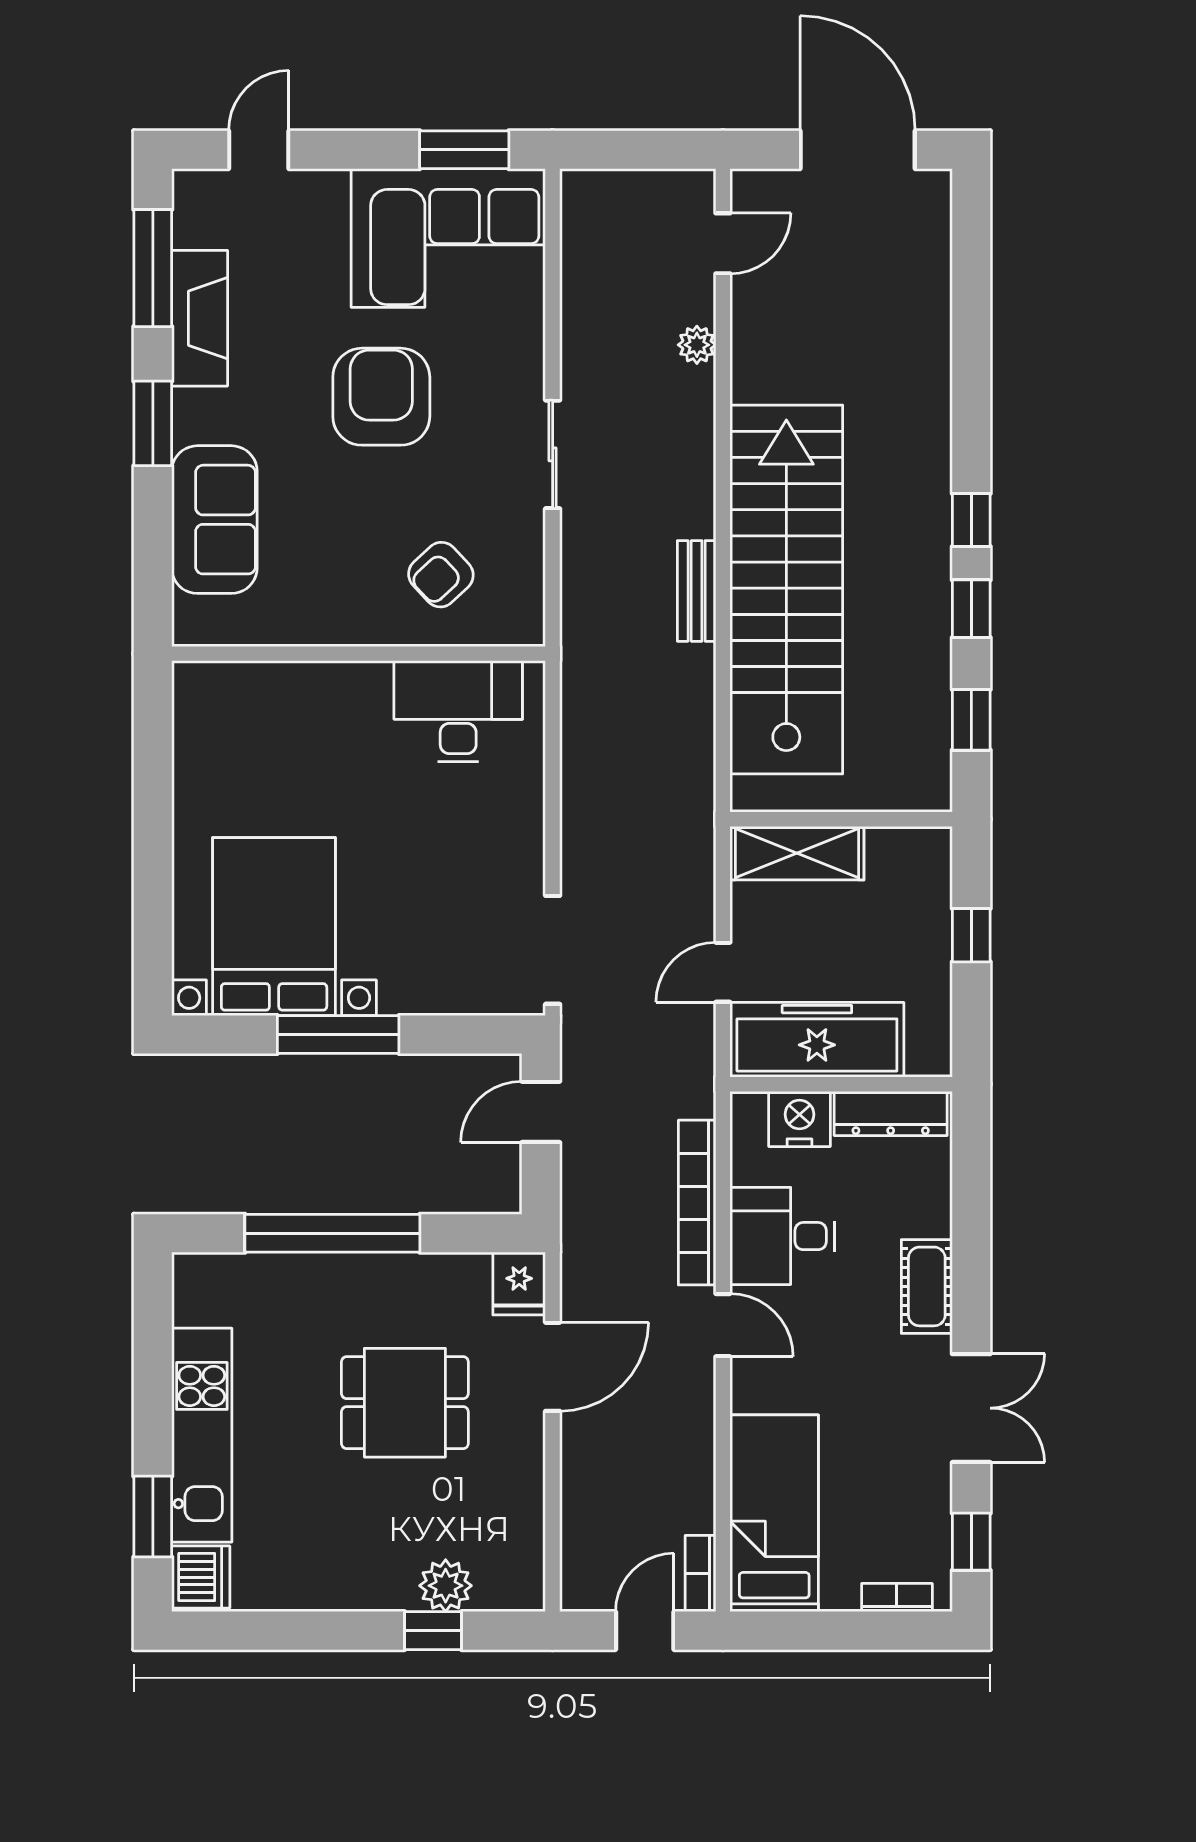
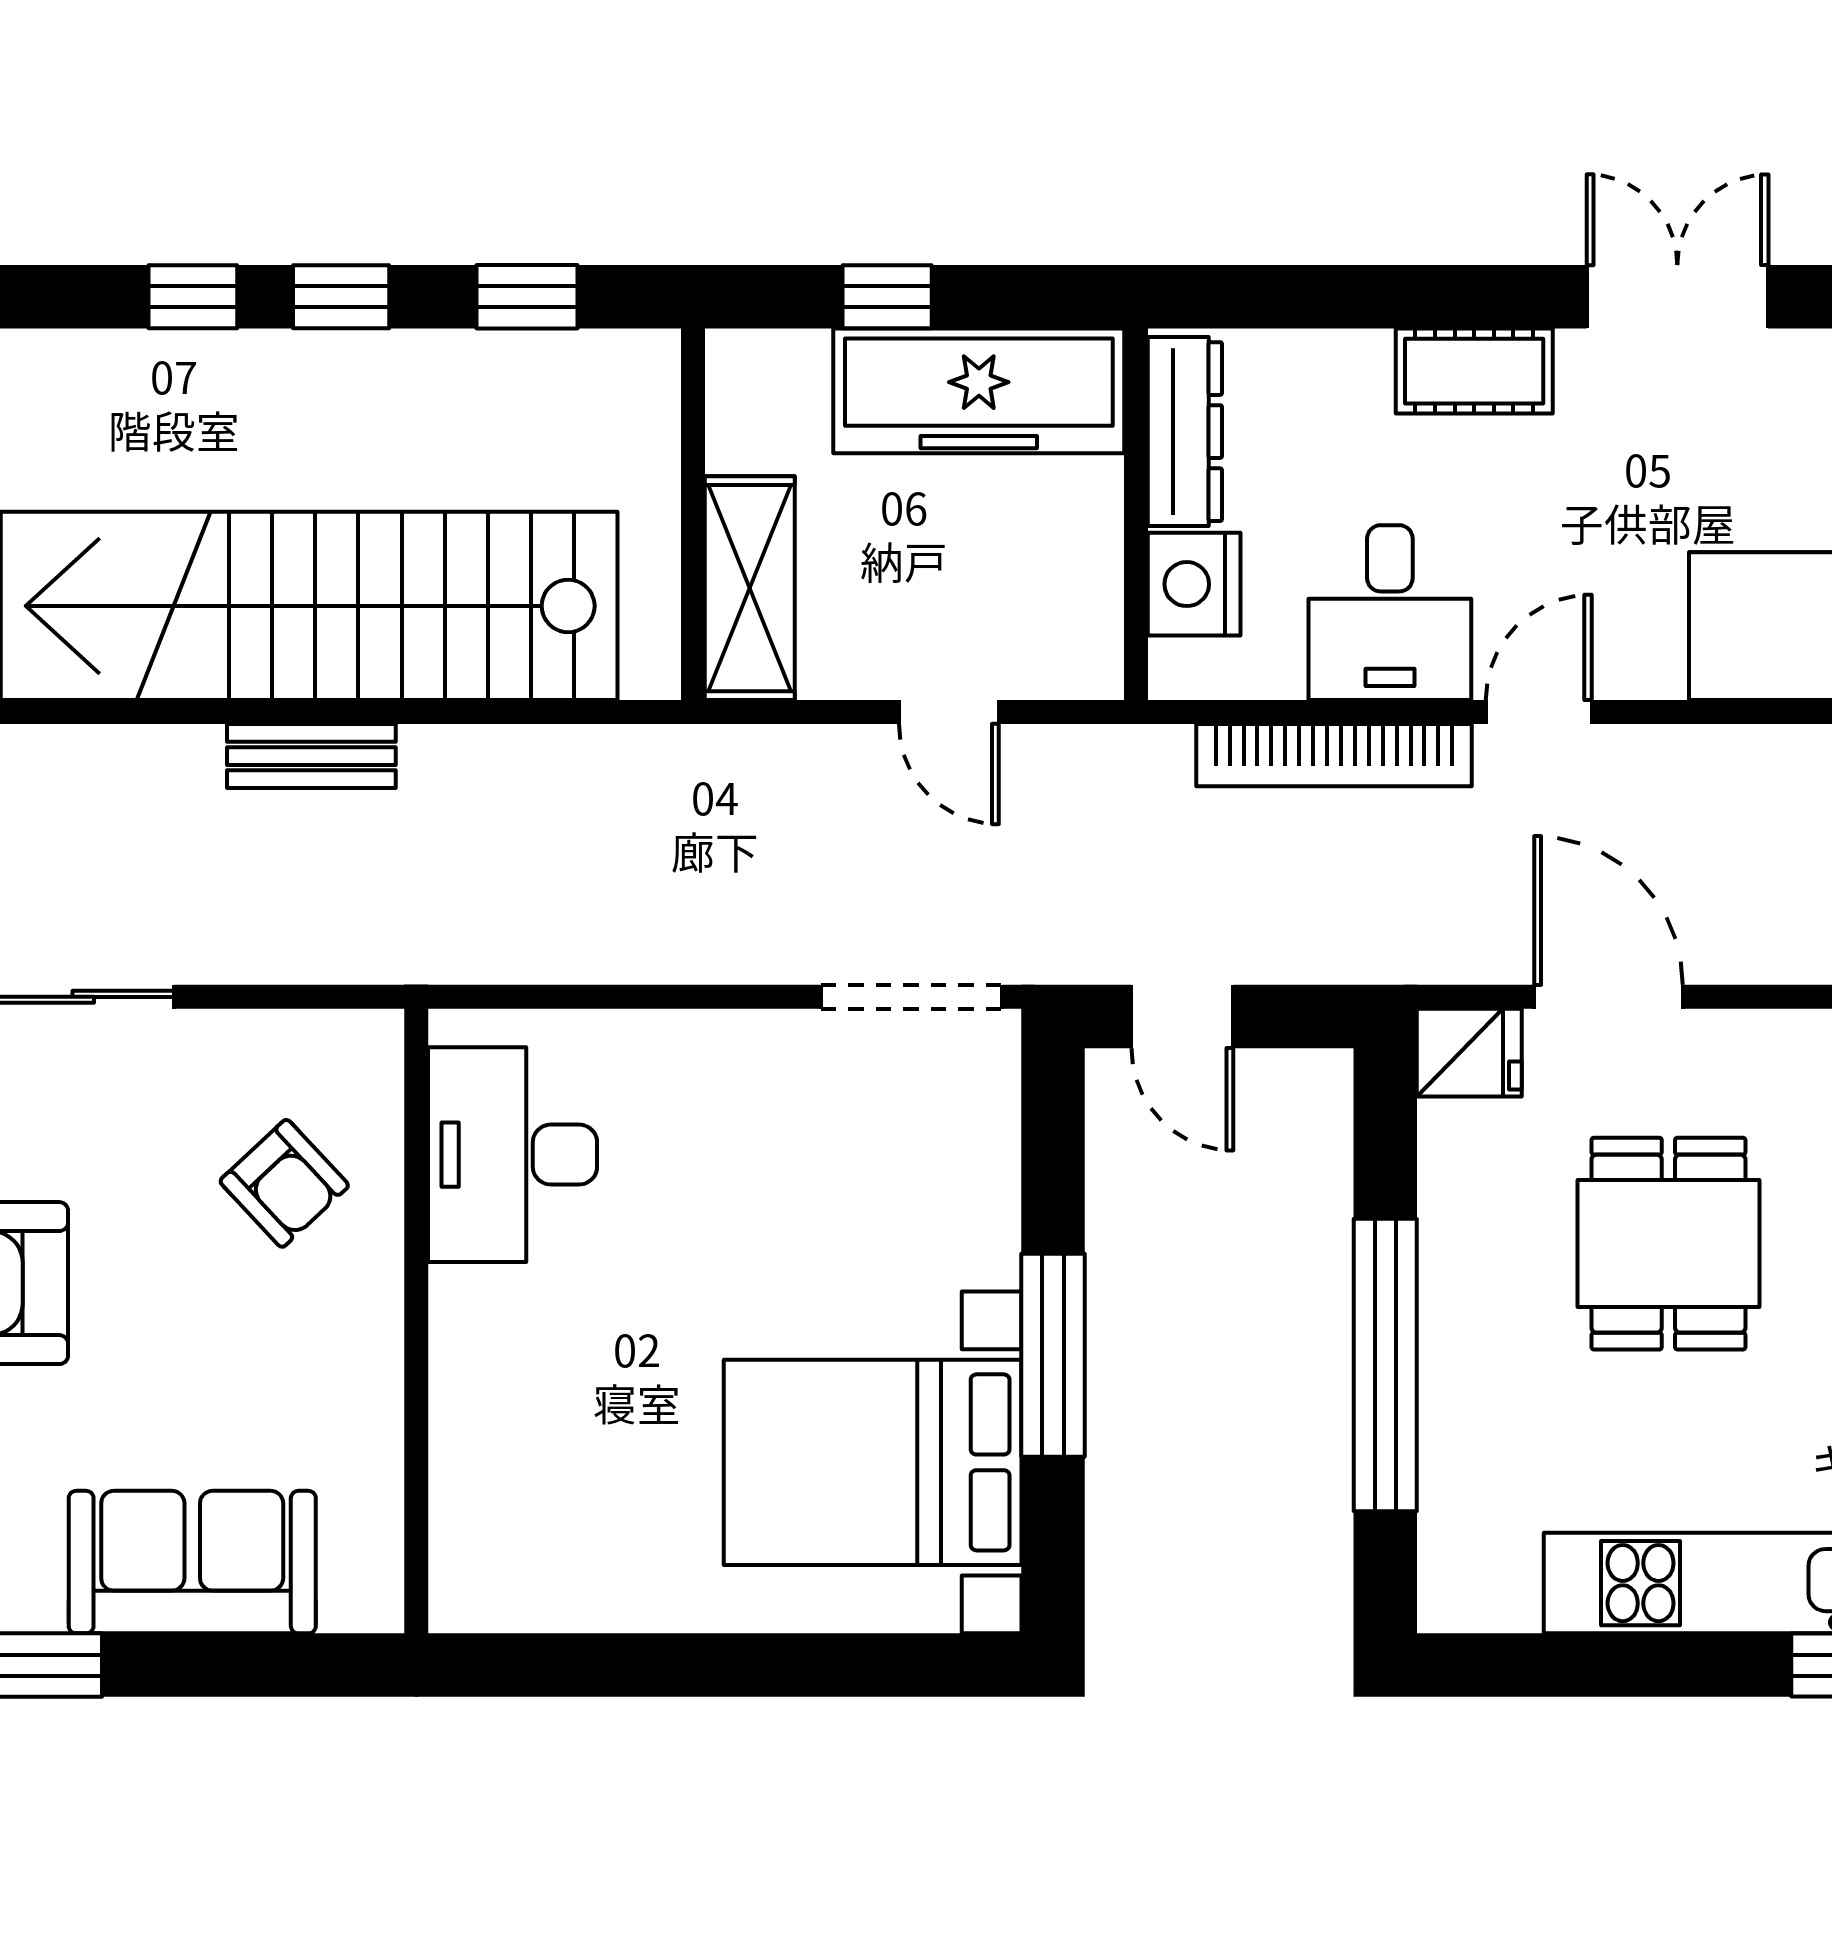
freezer: (817, 1040) -> (979, 391), moved, turned -90

